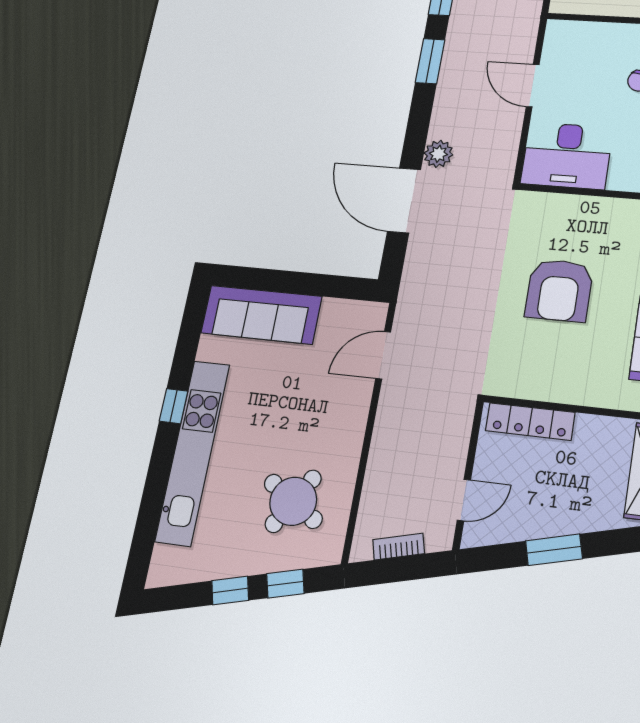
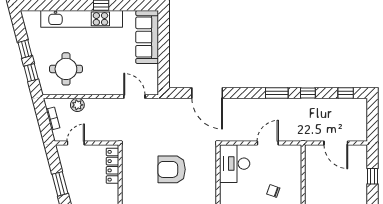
plant: (438, 154) -> (77, 105), moved
door: (404, 200) -> (207, 93), swing flipped
door: (464, 500) -> (76, 143), swing flipped
round table: (293, 501) -> (66, 69), turned -32

